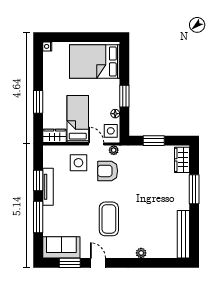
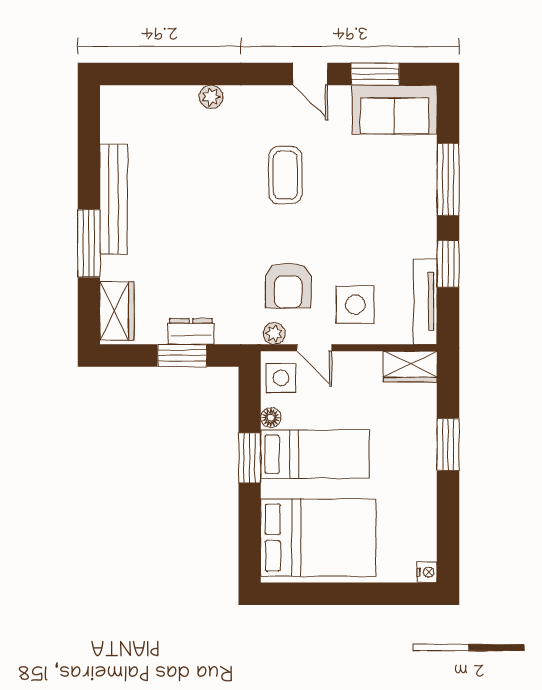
bed: (78, 119) -> (315, 454), moved, turned -90
dresser: (150, 151) -> (191, 331), added
armchair: (108, 171) -> (288, 286), turned 90
tv unit: (48, 187) -> (425, 302), moved
coffee table: (109, 219) -> (285, 175), width x0.73, depth x0.76
bench: (183, 234) -> (114, 199), moved

